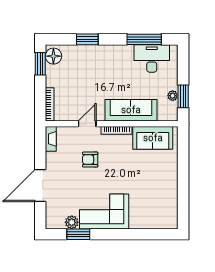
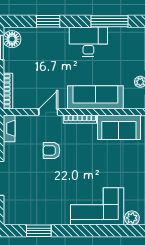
desk: (152, 58) -> (88, 42), moved
corner sofa: (104, 212) -> (97, 206), moved
plant: (72, 222) -> (132, 218), moved

